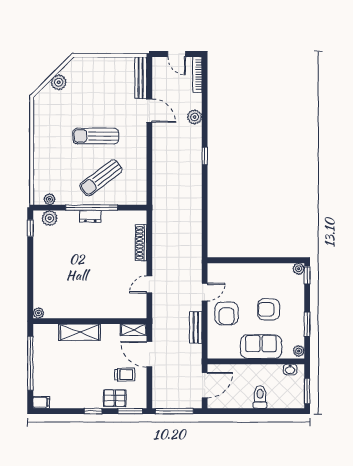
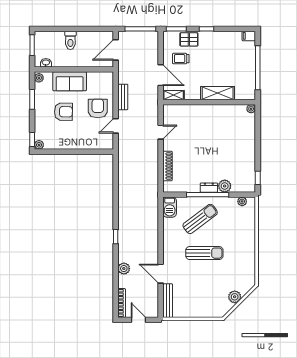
barbecue: (138, 192) -> (170, 207), added
plant: (50, 218) -> (225, 186), moved

